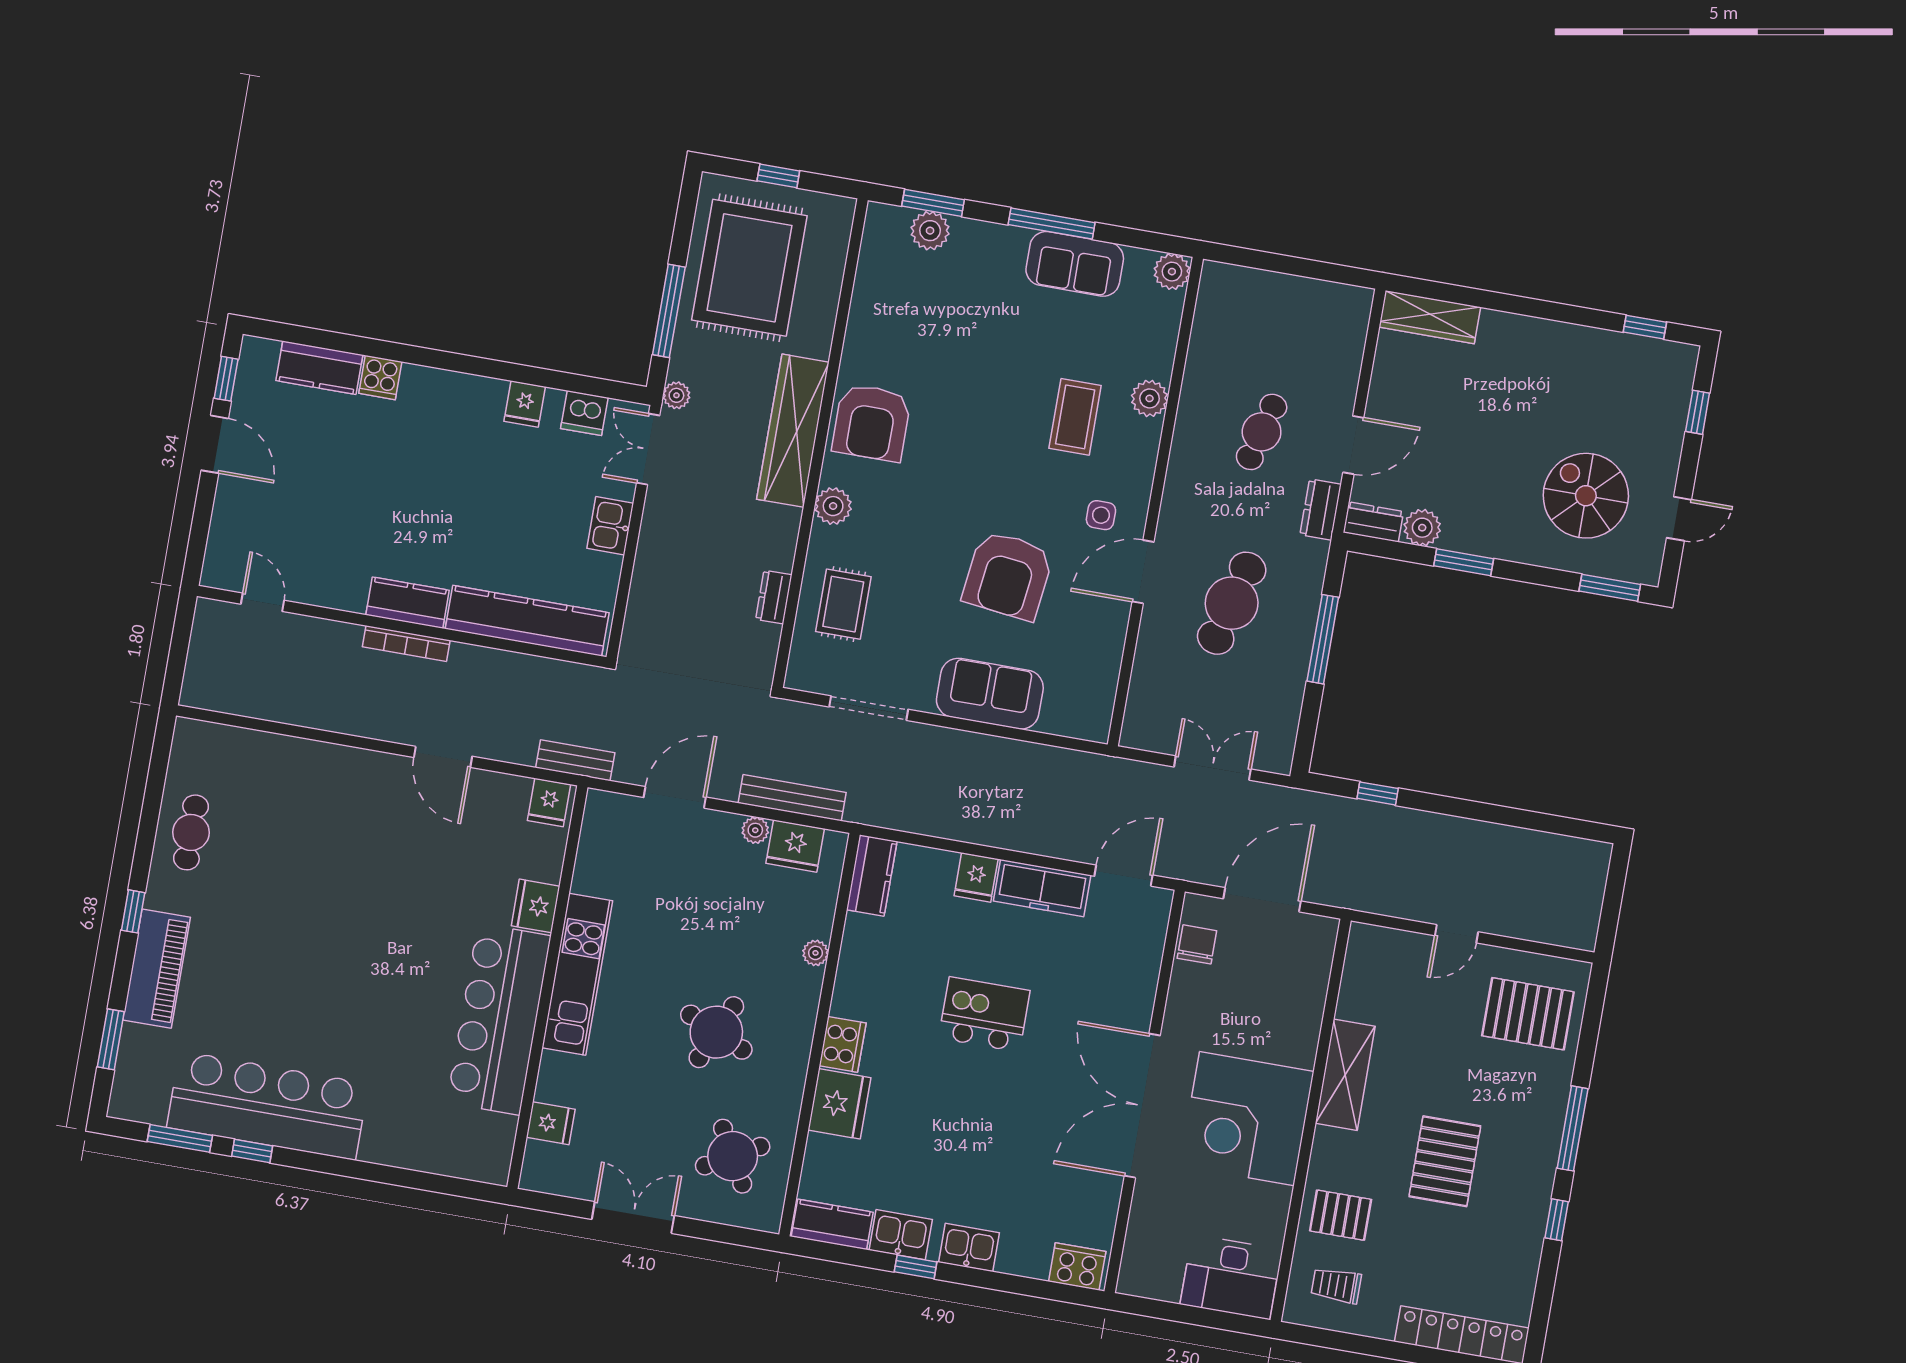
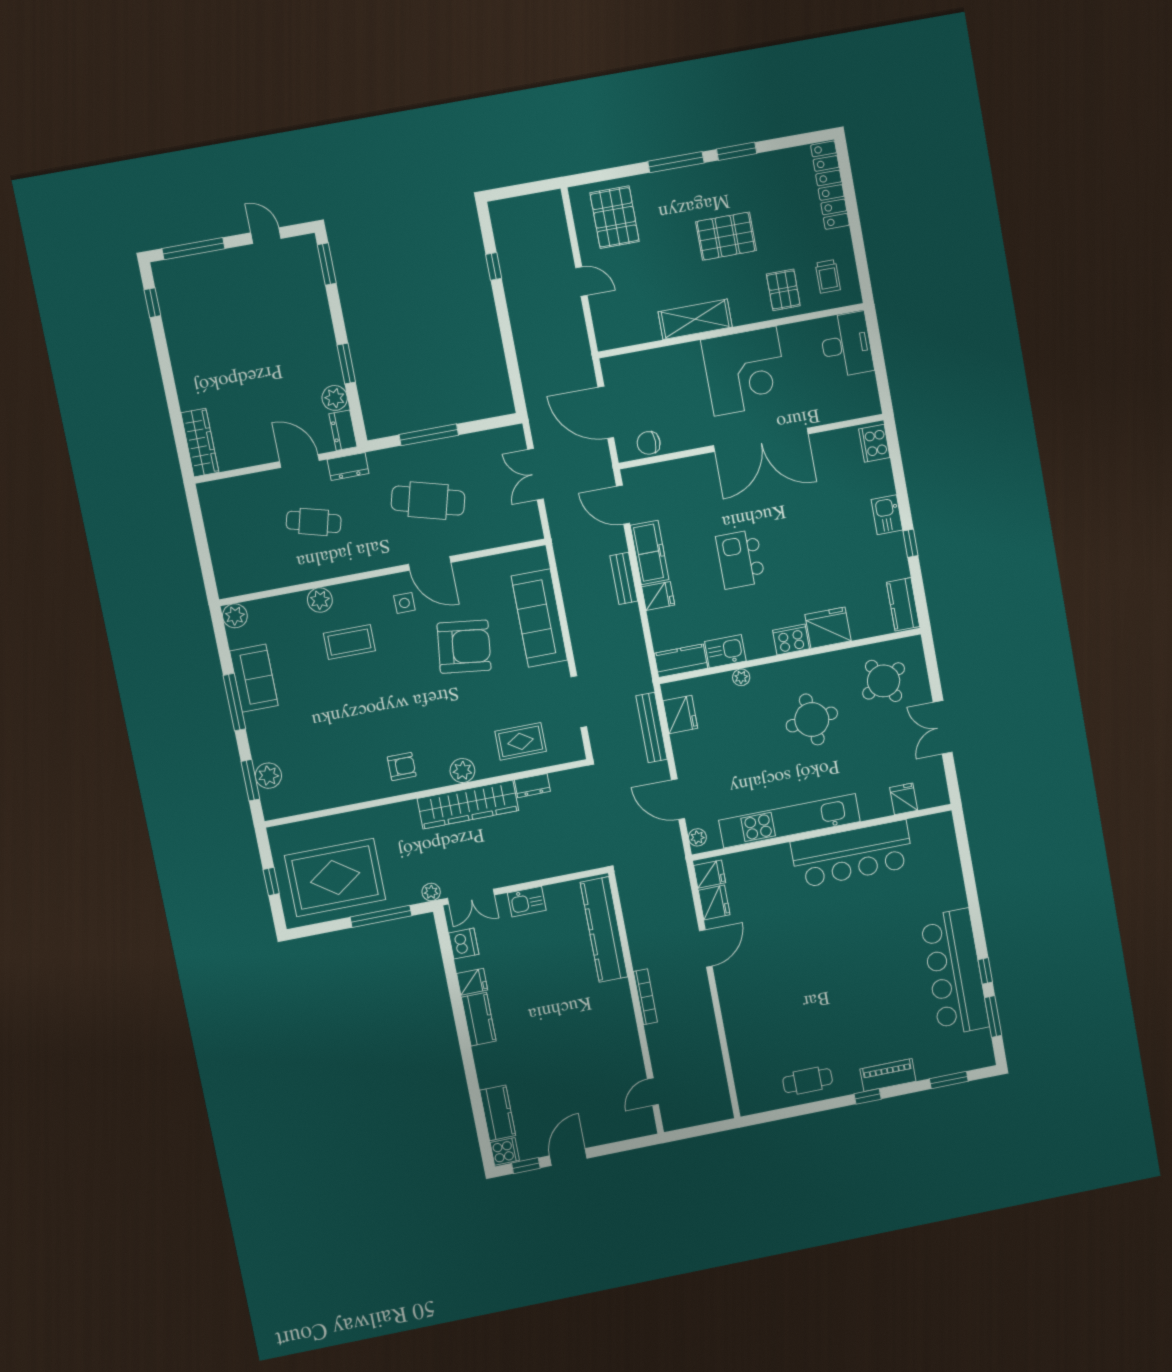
cooker: (380, 378) -> (505, 1151), moved
window: (1698, 412) -> (193, 249), width x2.17
armchair: (872, 423) -> (402, 767), width x0.53, depth x0.53
wardrobe: (793, 431) -> (468, 805), moved
spiral stairs: (1586, 496) -> (274, 301), removed
kitchen counter: (407, 603) -> (479, 1019), moved, turned 180
sofa: (990, 694) -> (539, 618), width x1.36
bench: (575, 760) -> (624, 578), moved
window: (1378, 793) -> (494, 266), moved
plant: (755, 830) -> (697, 837), moved
fridge: (536, 906) -> (714, 902), moved, turned -90
piano: (157, 969) -> (888, 1075), width x0.73, depth x0.75
kitchen unit: (577, 974) -> (789, 821), width x1.36
round table: (716, 1032) -> (812, 720), turned -31
window: (1557, 1220) -> (737, 151), width x1.50
kitchen sink: (901, 1235) -> (725, 651), moved, turned 90

